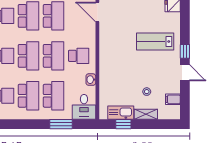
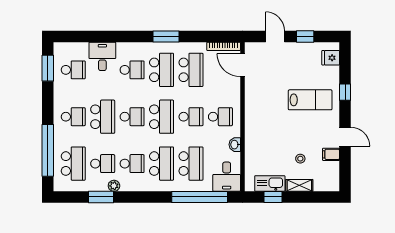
lab bench: (155, 41) -> (310, 100), turned 180
window: (185, 51) -> (345, 92), moved
school desk: (54, 56) -> (191, 117), width x0.54
filing cabinet: (173, 99) -> (331, 154), moved
window: (61, 124) -> (200, 197), width x2.11

